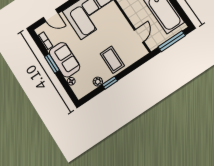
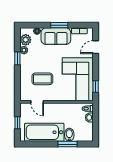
window: (172, 41) -> (17, 123), width x0.46
coffee table: (112, 60) -> (42, 79), moved
plant: (87, 87) -> (26, 40), added

